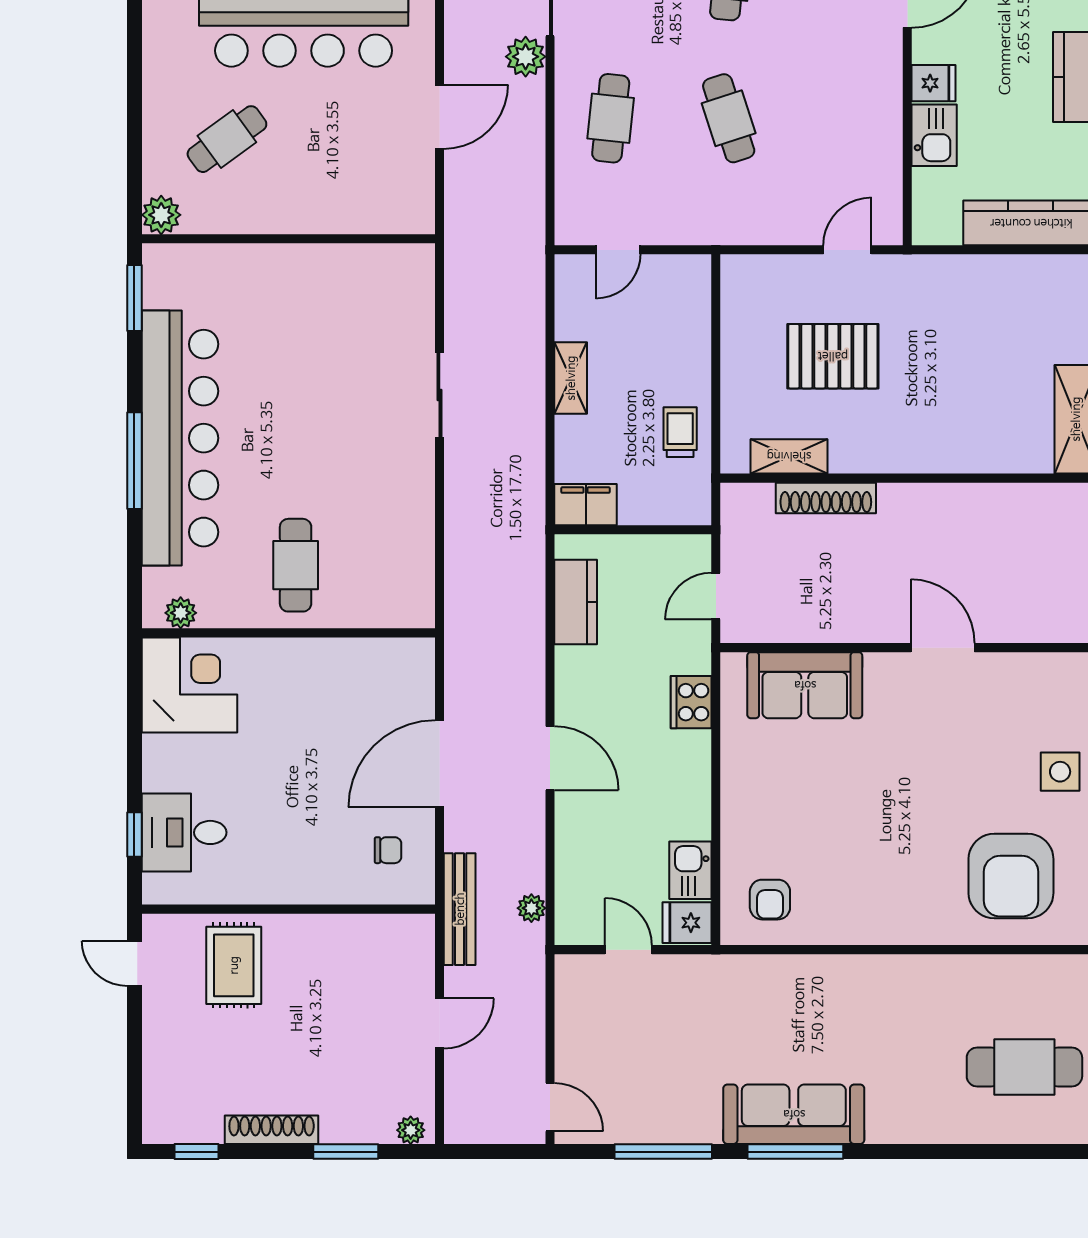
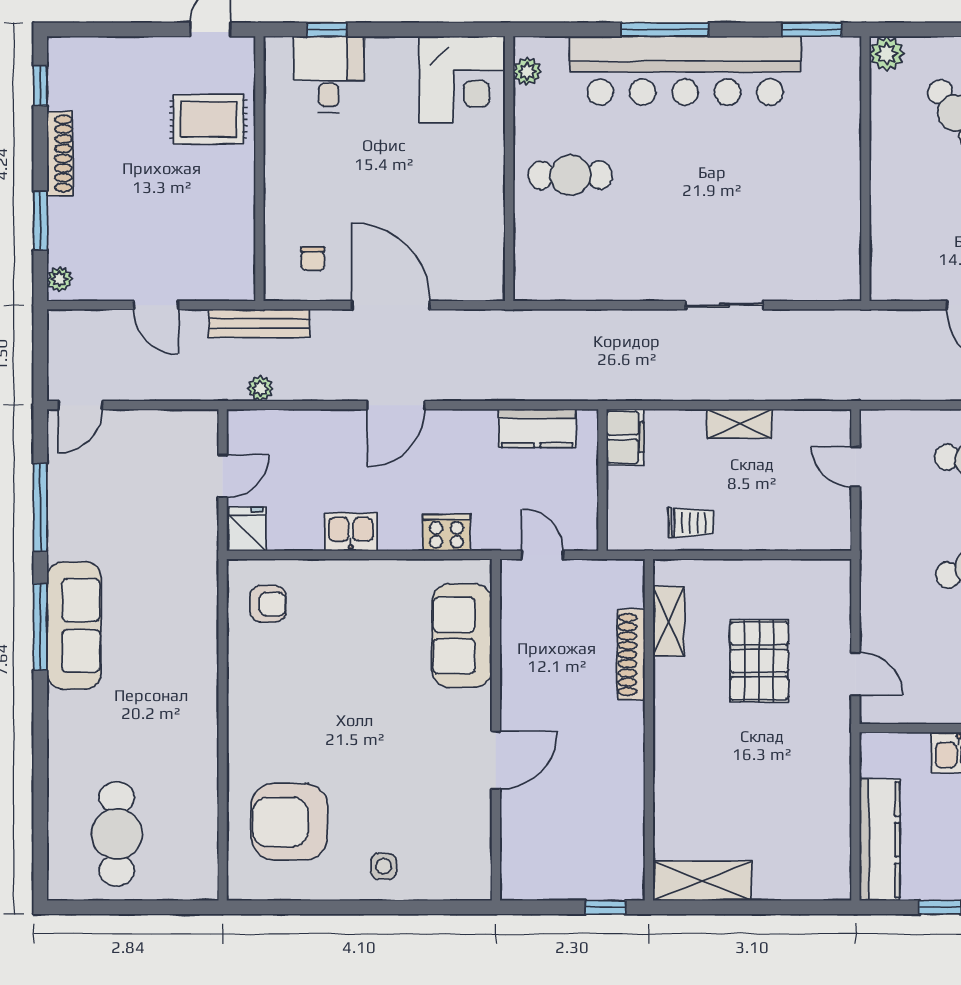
side table: (1060, 772) -> (384, 866), width x0.73, depth x0.73
kitchen sink: (690, 870) -> (351, 532), moved
armchair: (770, 900) -> (268, 604), turned 180

